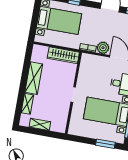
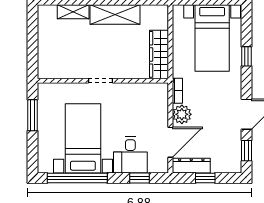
shelving: (40, 124) -> (45, 37), removed
window: (105, 144) -> (32, 115), moved

